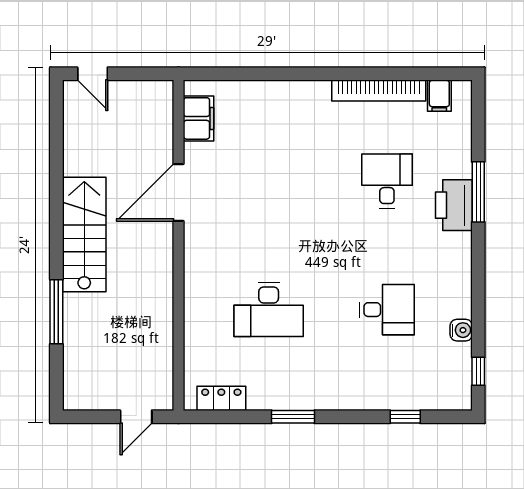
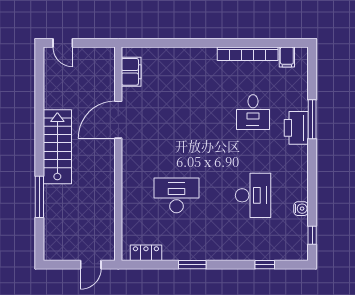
desk: (387, 181) -> (253, 112), turned 180
desk: (269, 310) -> (177, 195), turned 180
desk: (387, 310) -> (253, 195), width x1.37

